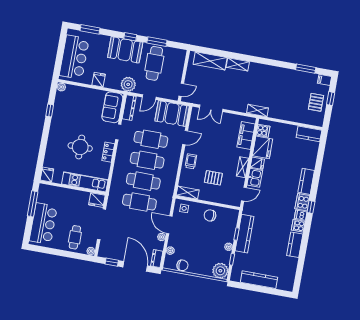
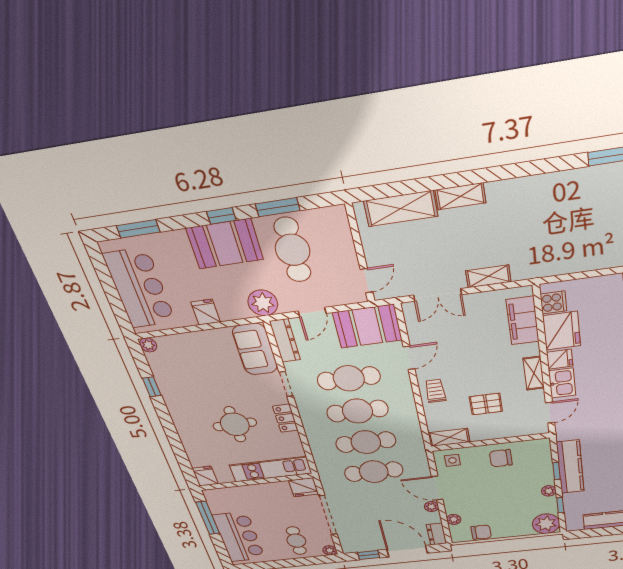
shelving: (257, 111) -> (488, 276), moved

